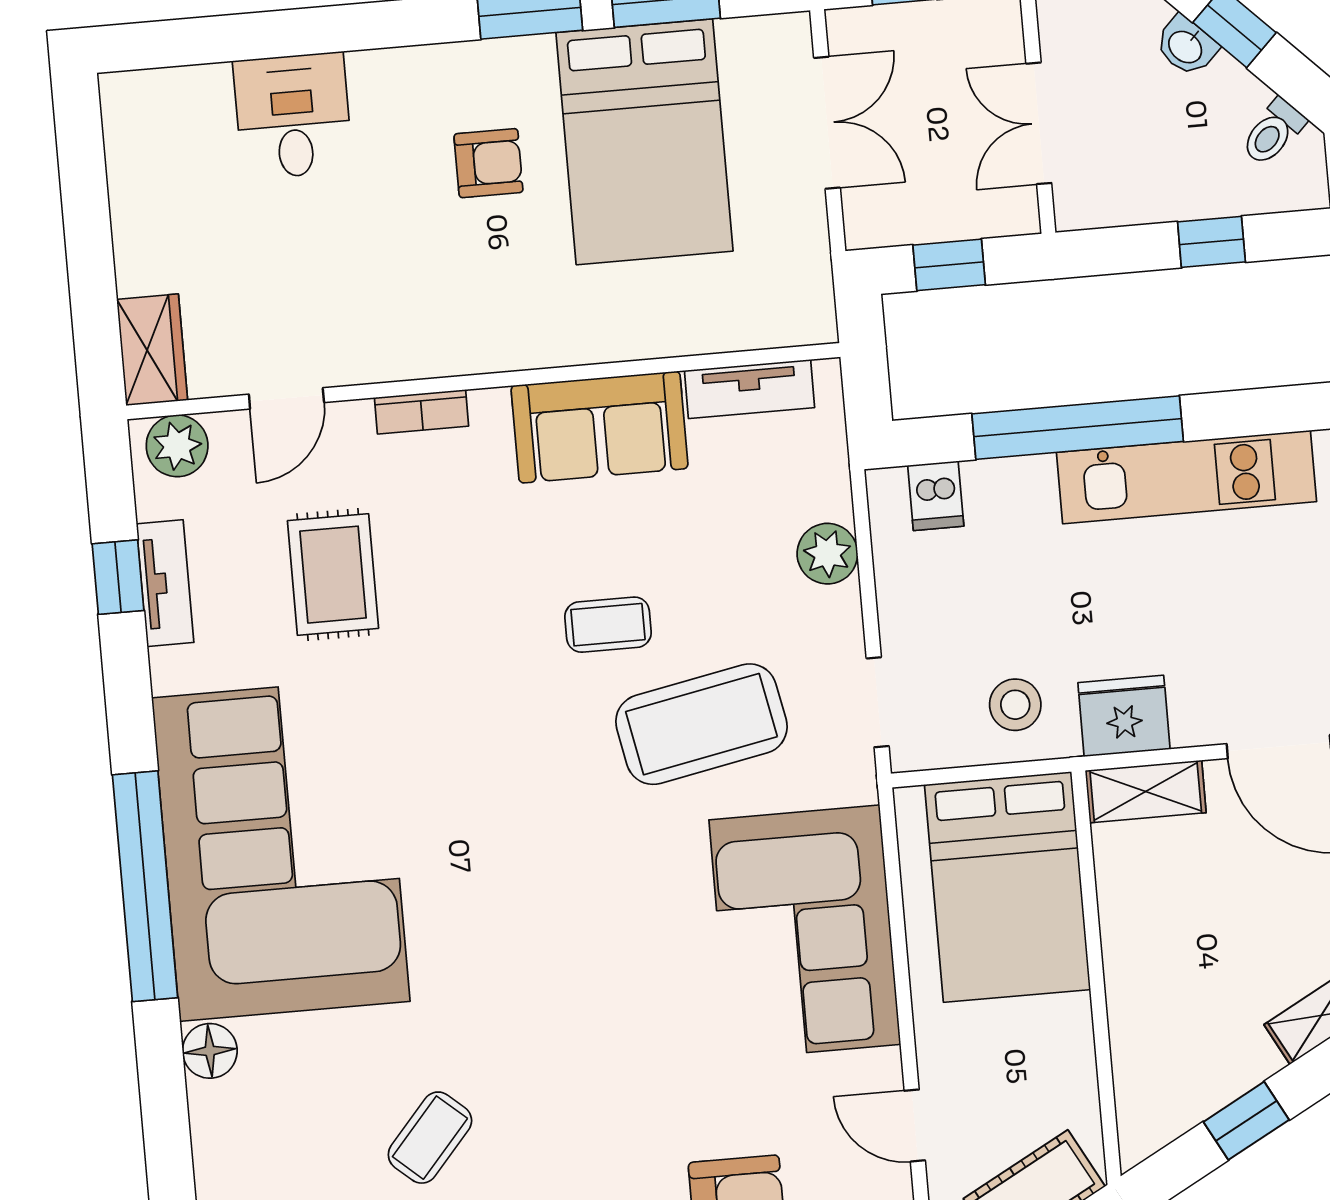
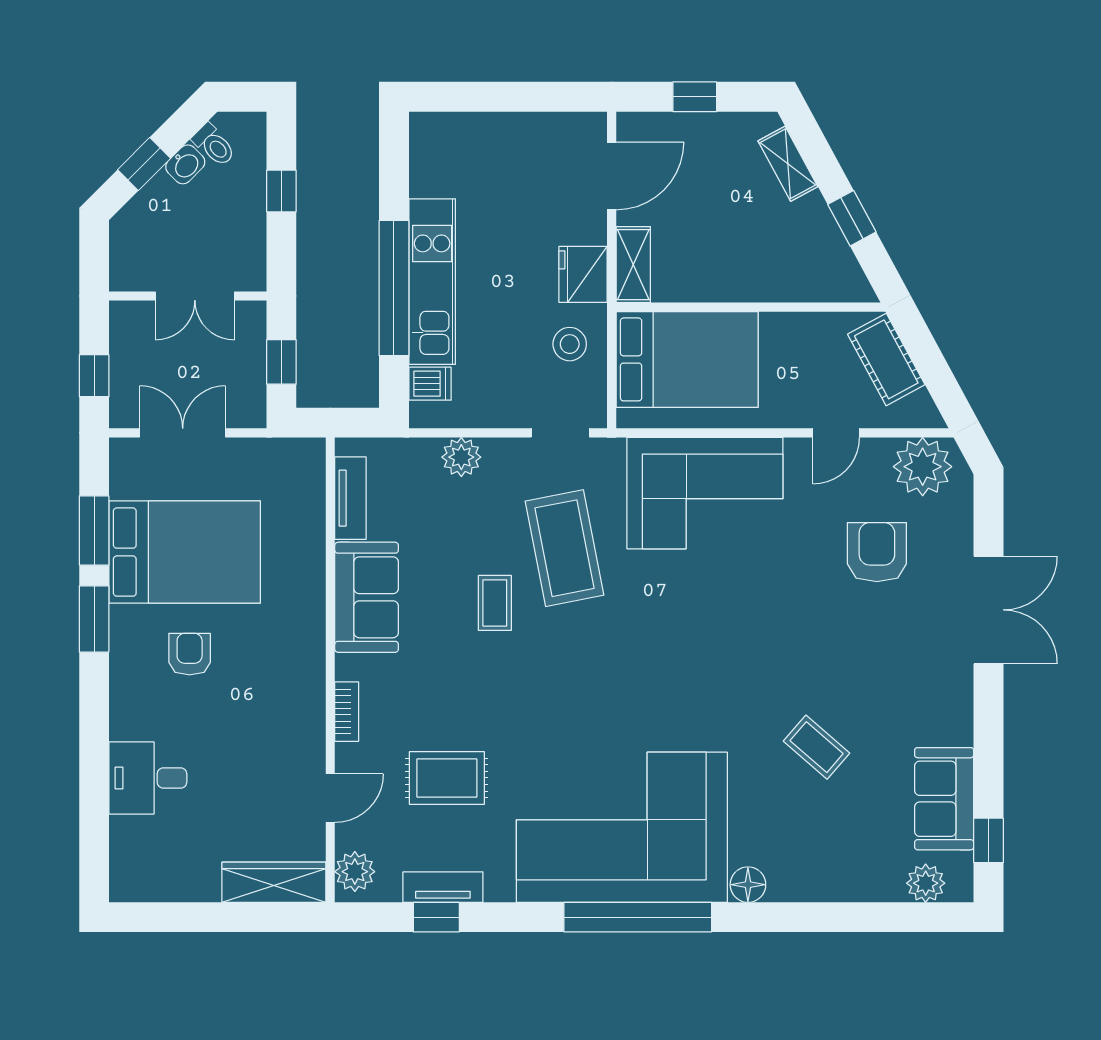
washbasin: (1186, 46) -> (185, 164), moved
wardrobe: (152, 350) -> (274, 882), width x1.50
door: (286, 398) -> (330, 798), hinge flipped
kitchen unit: (1186, 477) -> (432, 282), moved

